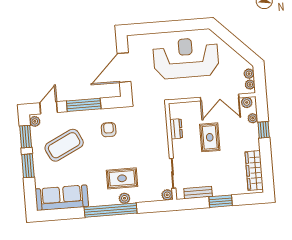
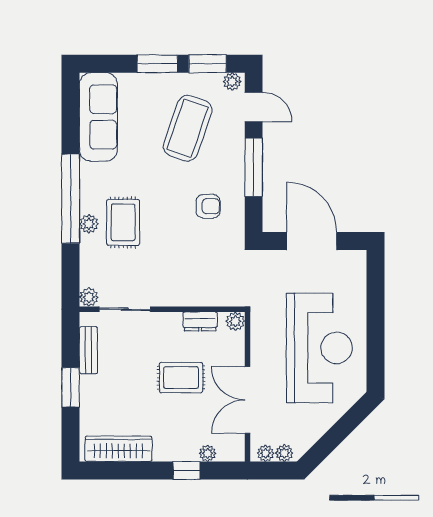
plant: (247, 102) -> (235, 321), moved
coffee table: (64, 145) -> (188, 128), turned 45

